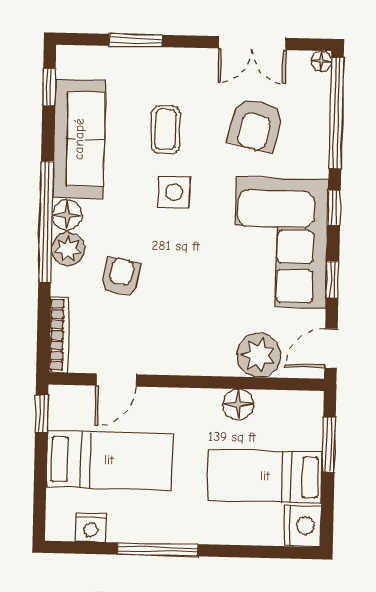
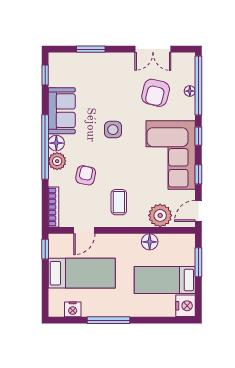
floor lamp: (321, 61) -> (190, 91), moved
coffee table: (166, 130) -> (119, 202), moved
sofa: (79, 139) -> (62, 111), width x0.73

